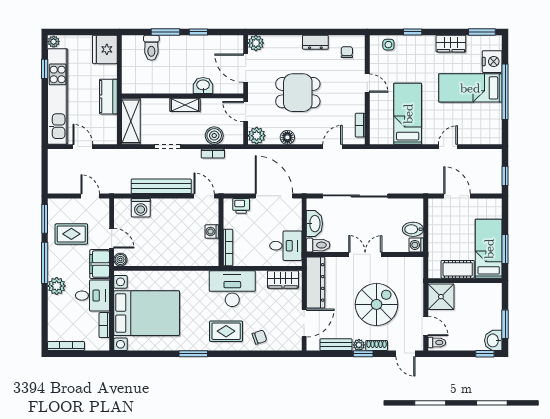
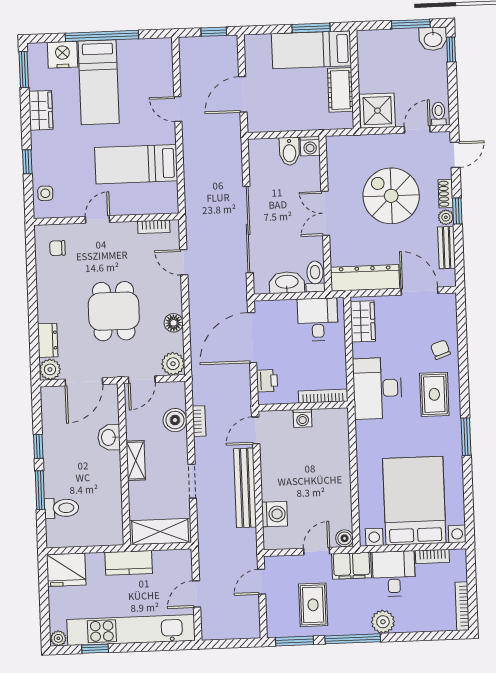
dresser: (315, 42) -> (48, 340), moved

